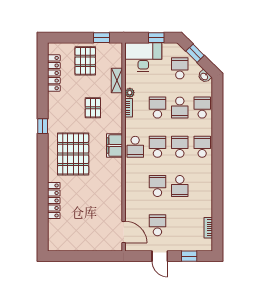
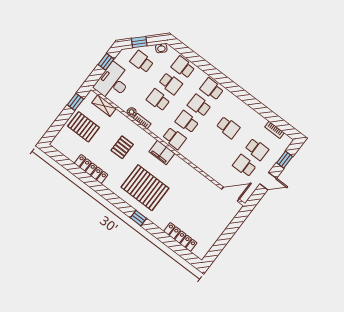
locker: (54, 73) -> (91, 169), moved
shelving: (117, 81) -> (104, 106), moved
pallet: (93, 108) -> (122, 147), turned 90
window: (43, 126) -> (138, 218), moved
school desk: (157, 186) -> (257, 149), moved, turned 180
locker: (54, 201) -> (180, 237), moved

